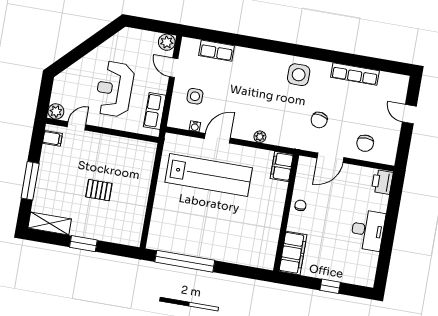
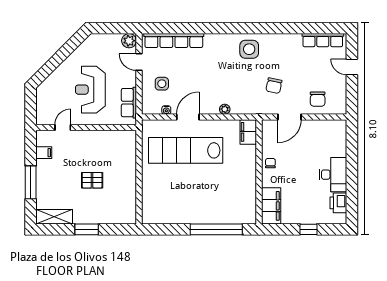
row of seats: (217, 51) -> (174, 40), width x2.02
row of seats: (355, 74) -> (323, 40), moved
plant: (56, 111) -> (43, 118), removed
filing cabinet: (52, 138) -> (44, 153), moved
lab bench: (209, 175) -> (186, 150), turned 180
printer: (382, 182) -> (338, 203), moved
window: (185, 261) -> (216, 229), moved

